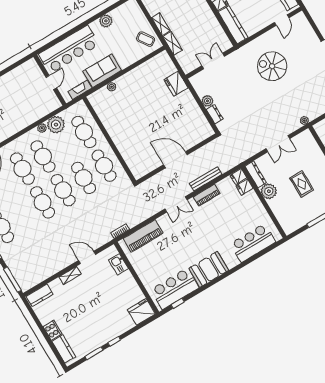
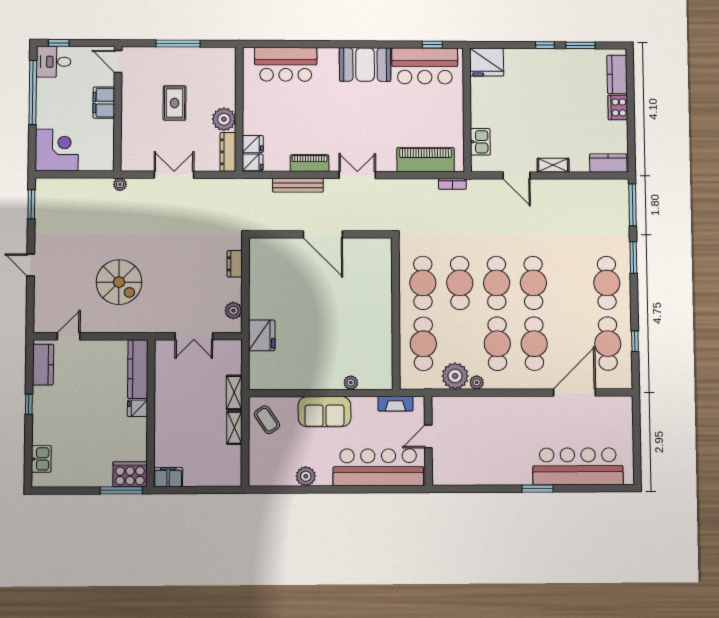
sofa: (102, 71) -> (325, 412), moved
plant: (207, 101) -> (233, 311), moved

